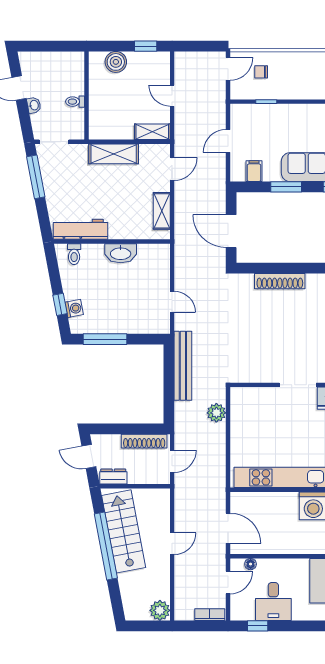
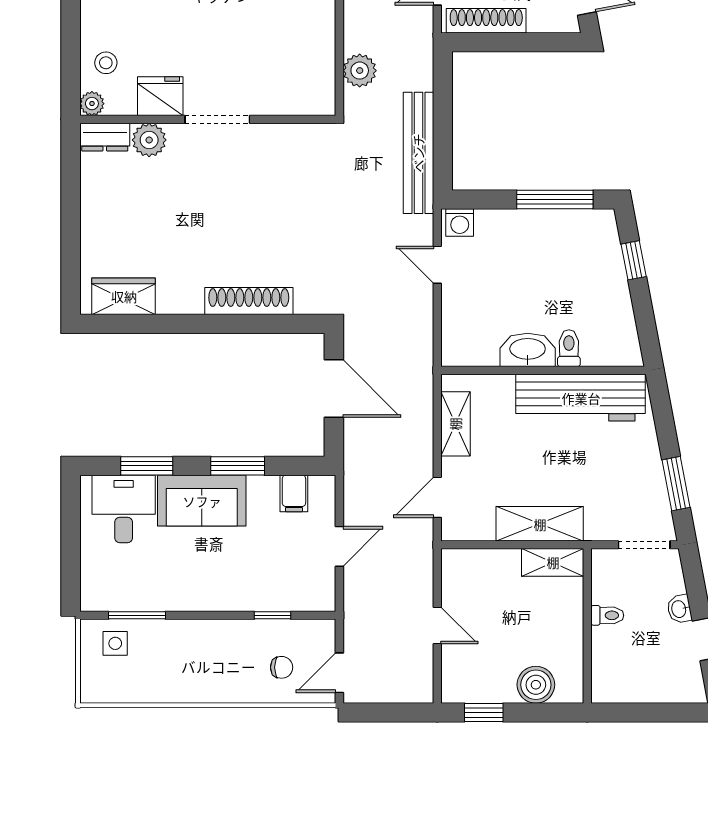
shelving: (152, 132) -> (553, 562), moved
window: (36, 177) -> (676, 484), width x0.69
workbench: (80, 229) -> (581, 398), width x1.36, depth x1.32
toilet: (74, 254) -> (569, 348), moved
washing machine: (74, 308) -> (460, 222), moved, turned -79

